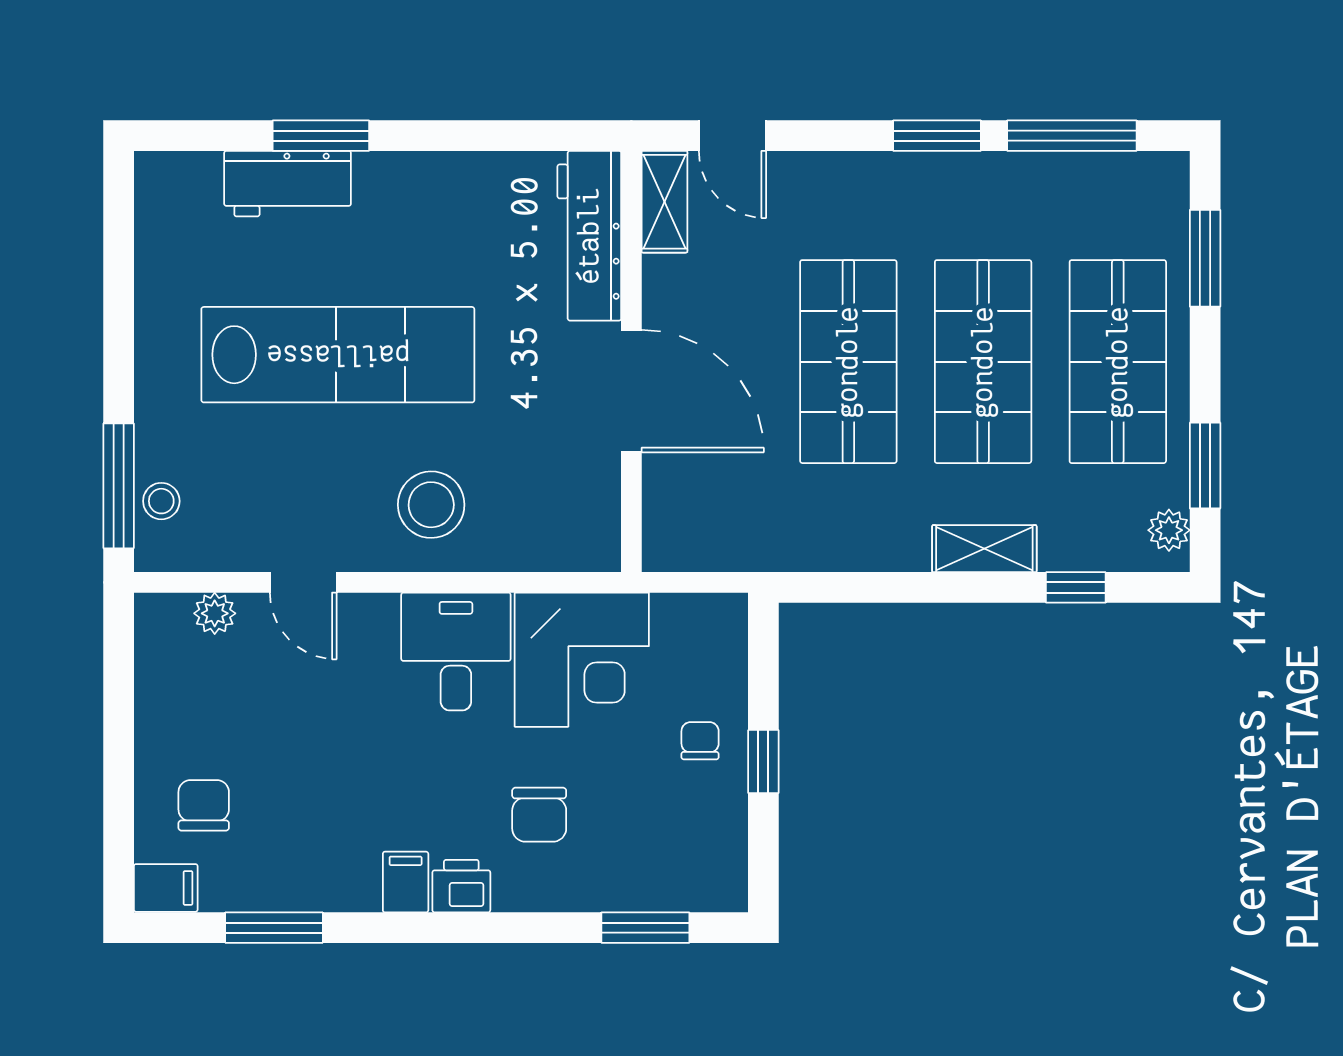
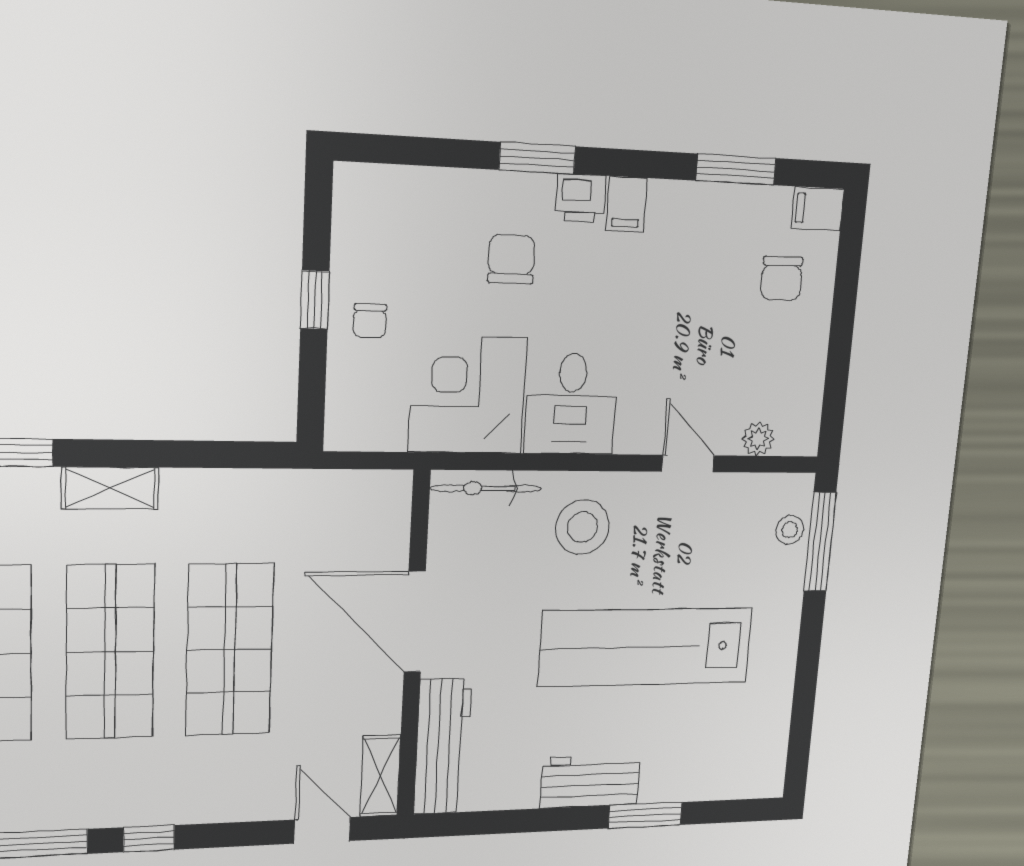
window: (937, 136) -> (149, 838), width x0.67
workbench: (288, 184) -> (590, 781), moved
bicycle: (554, 551) -> (486, 488), added
window: (645, 928) -> (537, 158), moved

